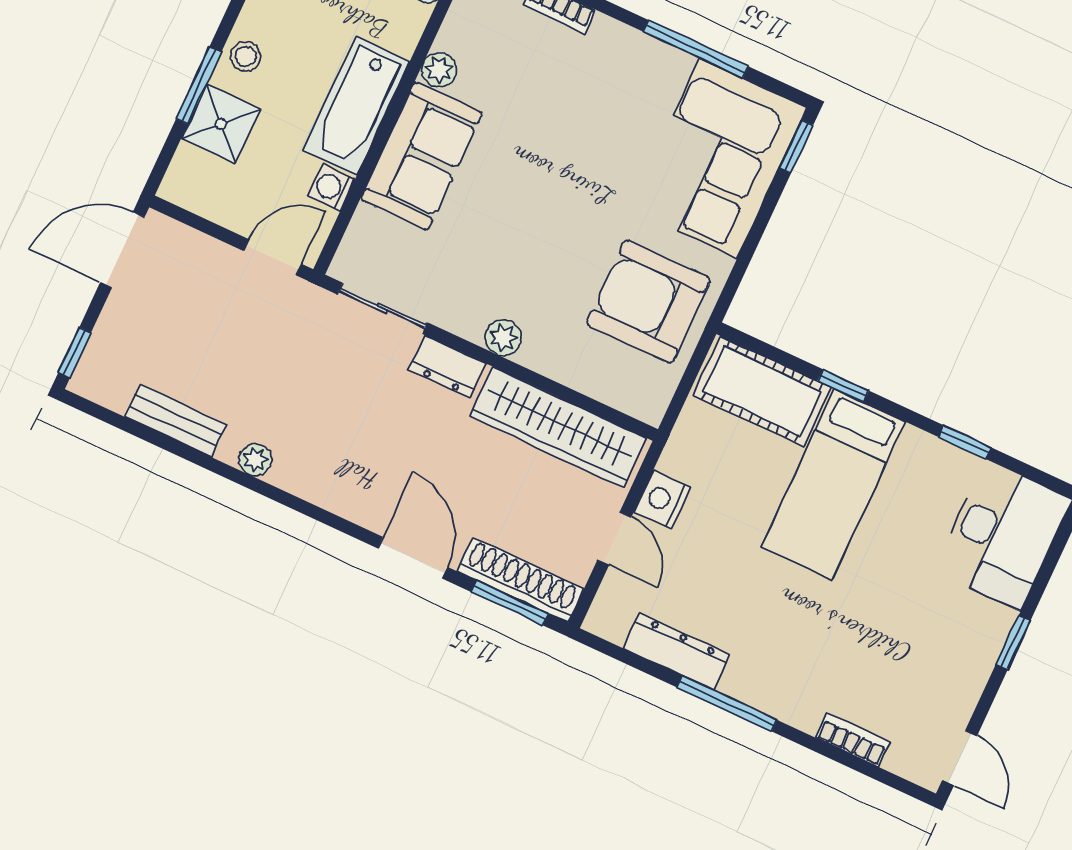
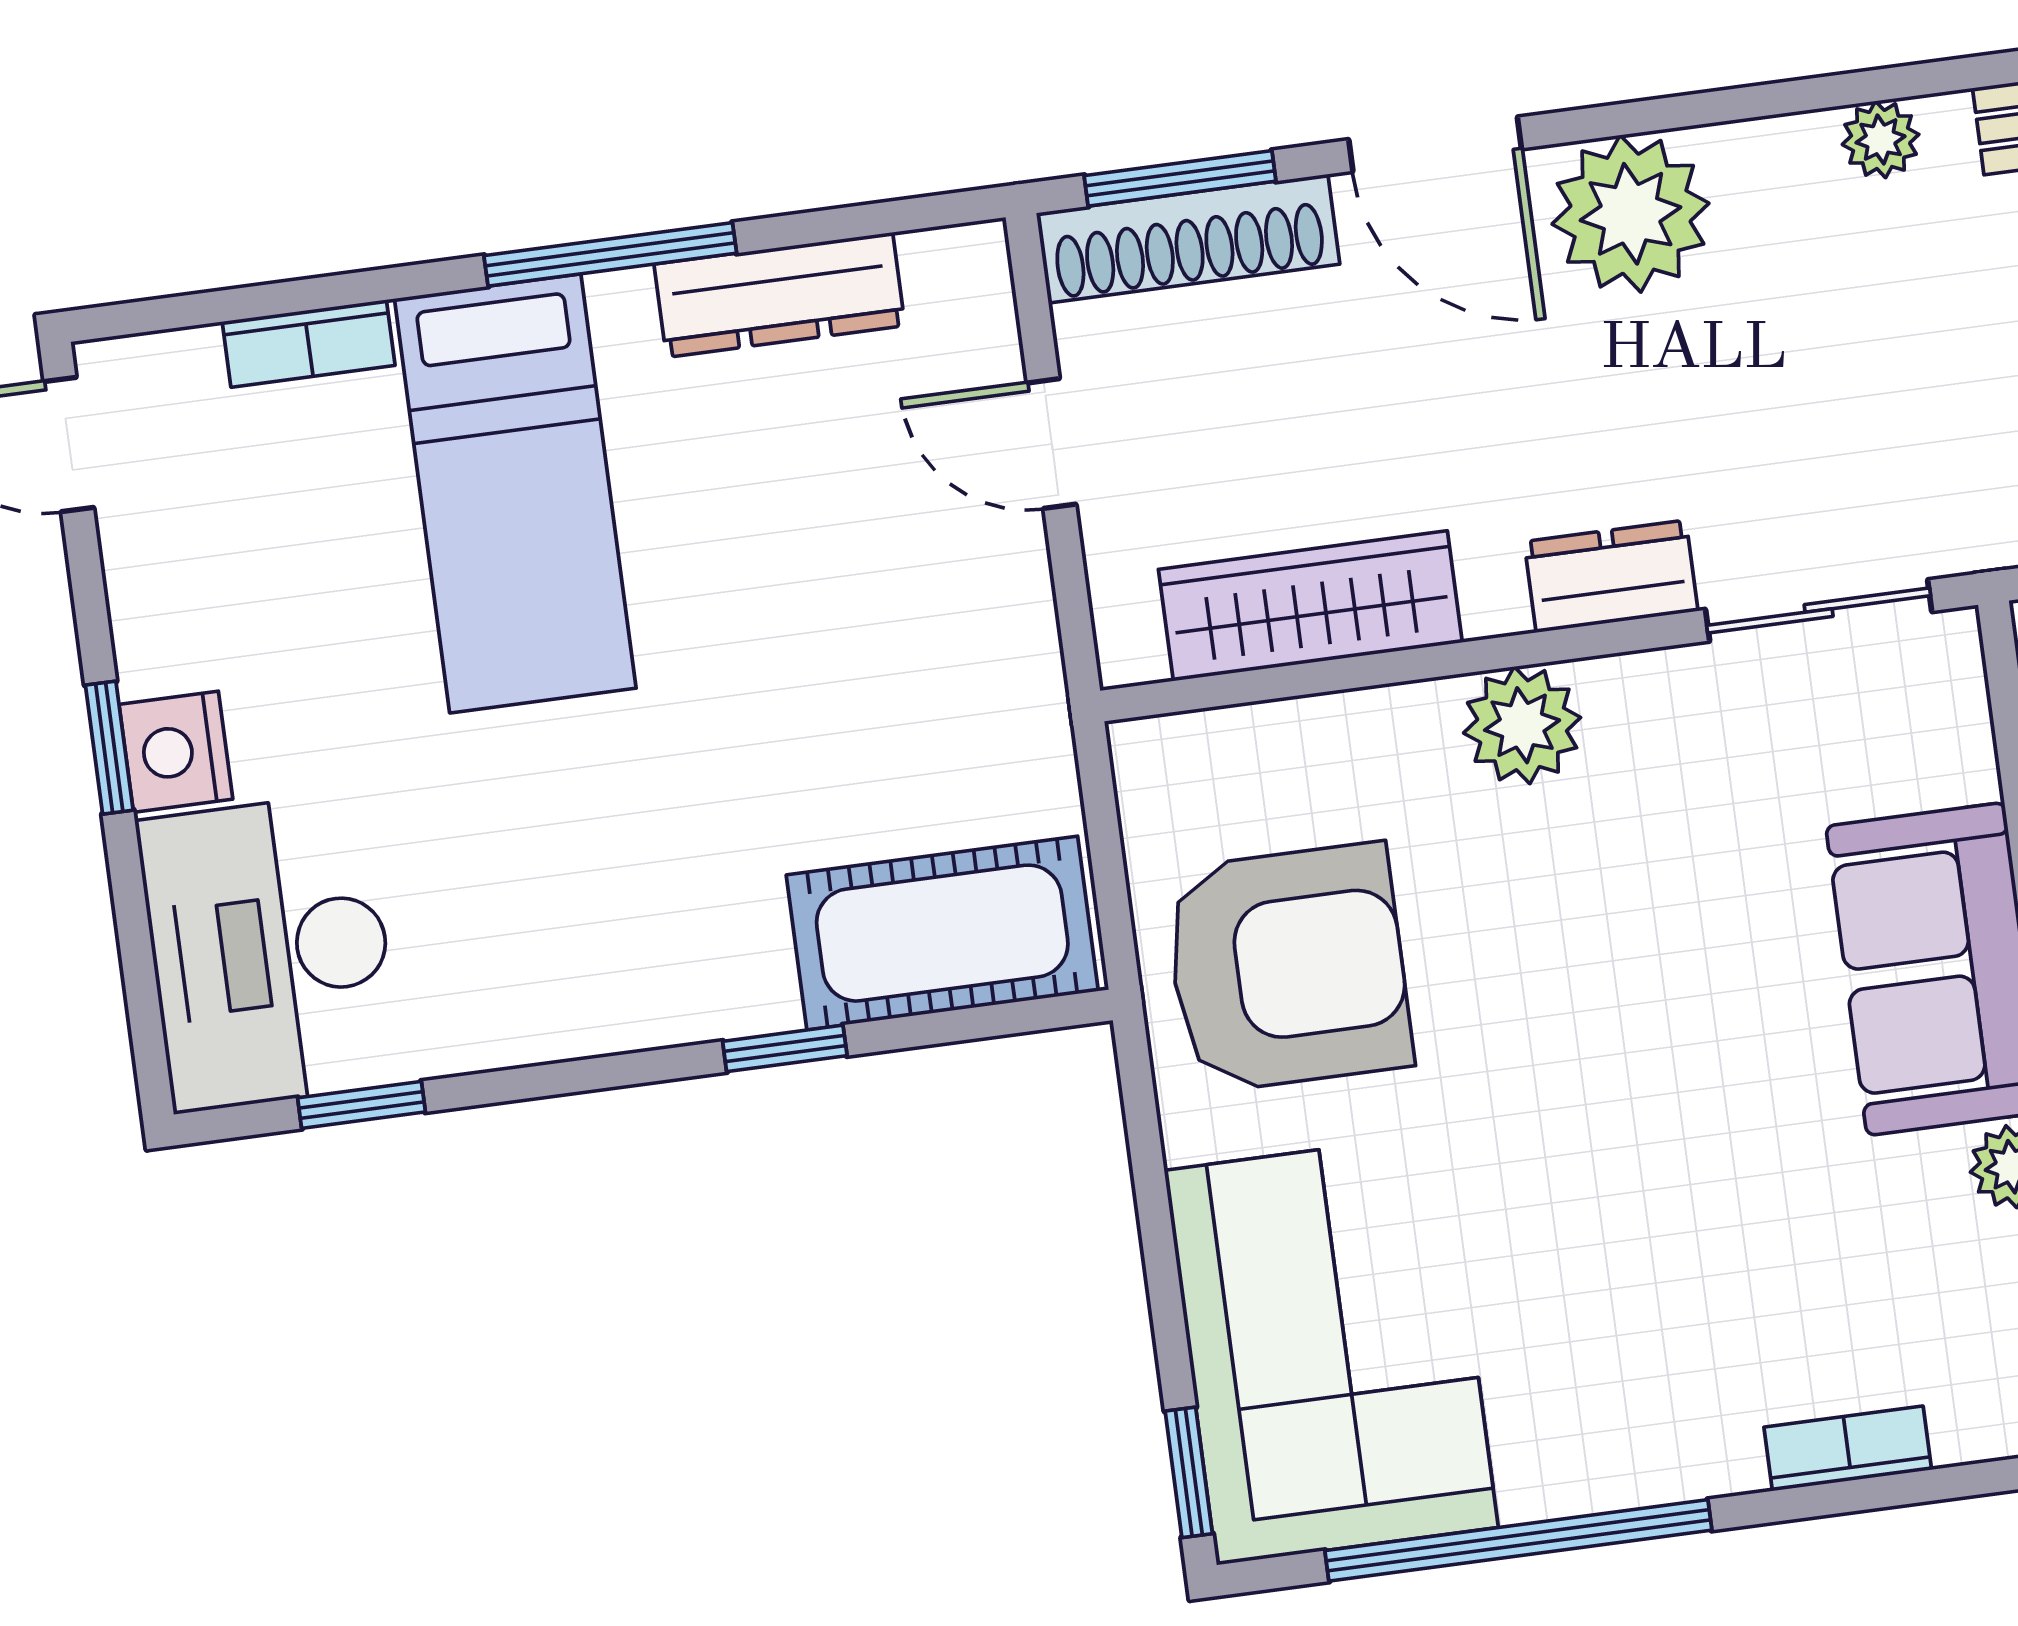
window: (696, 49) -> (1518, 1540), width x1.46
plant: (503, 338) -> (1522, 725), width x1.38, depth x1.38
wardrobe: (558, 427) -> (1310, 606), width x0.71, depth x0.85
window: (965, 442) -> (362, 1105), moved
bed: (833, 484) -> (515, 493), moved, turned 180
plant: (360, 490) -> (1631, 214), added
nightstand: (662, 500) -> (176, 752), moved, turned 180

